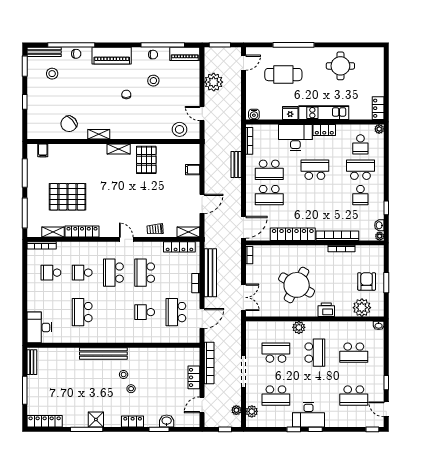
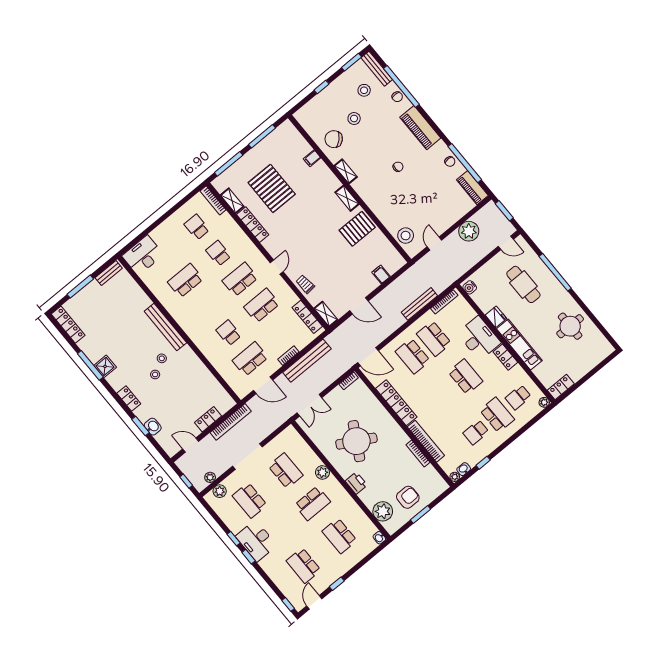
stool: (153, 81) -> (354, 118), moved
filing cabinet: (43, 150) -> (312, 158), moved
bench: (236, 165) -> (419, 304), width x1.36

